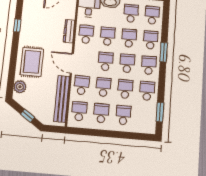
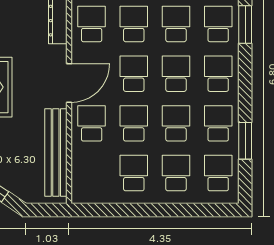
window: (164, 52) -> (245, 24), moved
door: (72, 63) -> (69, 83), swing flipped
school desk: (79, 111) -> (218, 173), moved
window: (160, 112) -> (245, 141), moved

